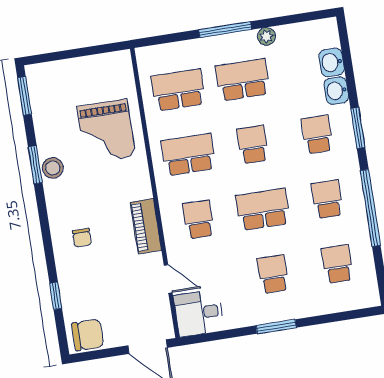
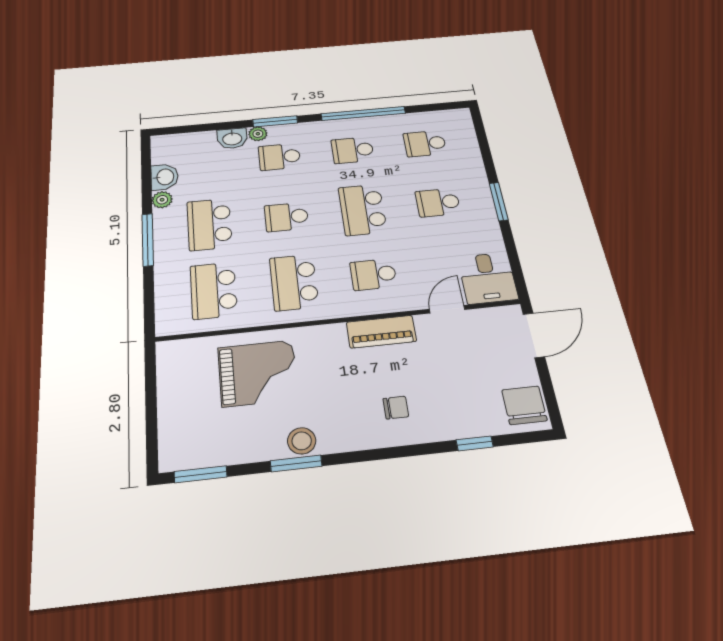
washbasin: (332, 62) -> (164, 177), moved, turned -90
plant: (343, 113) -> (258, 134), added

